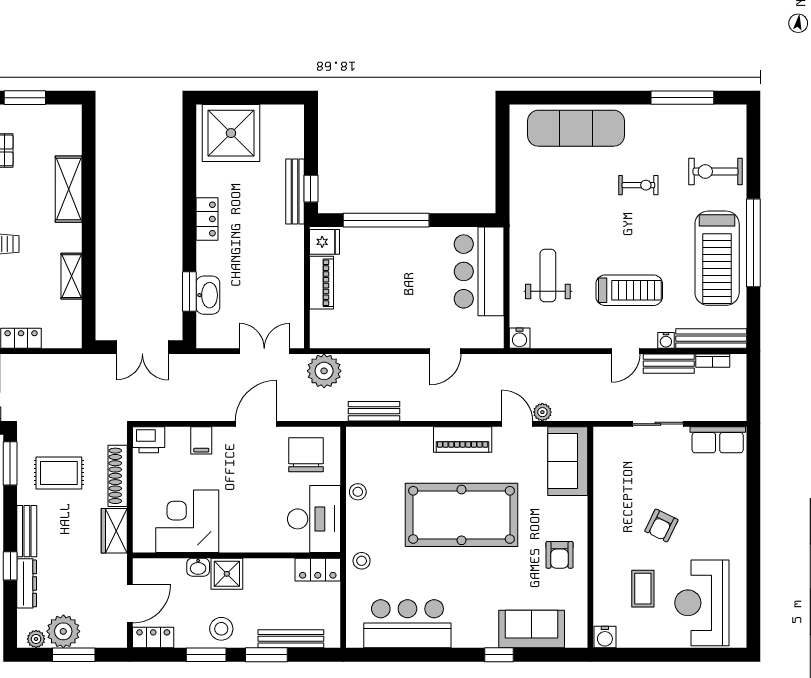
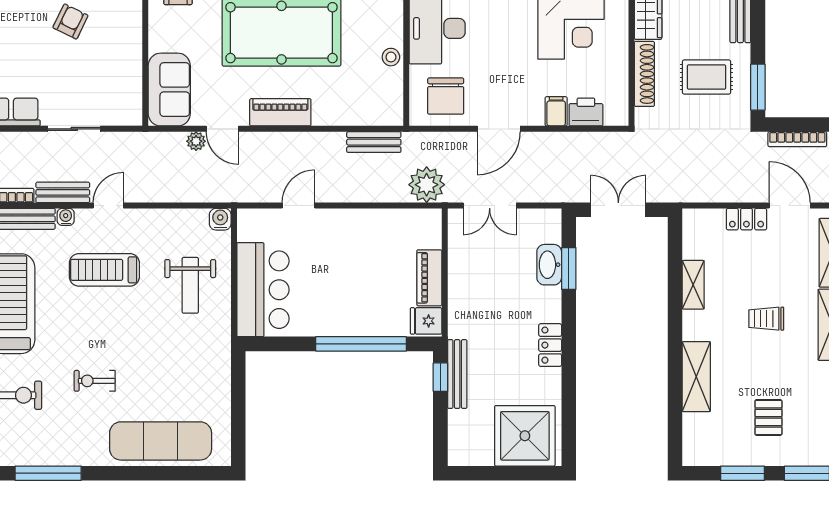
printer: (149, 440) -> (586, 112), moved

